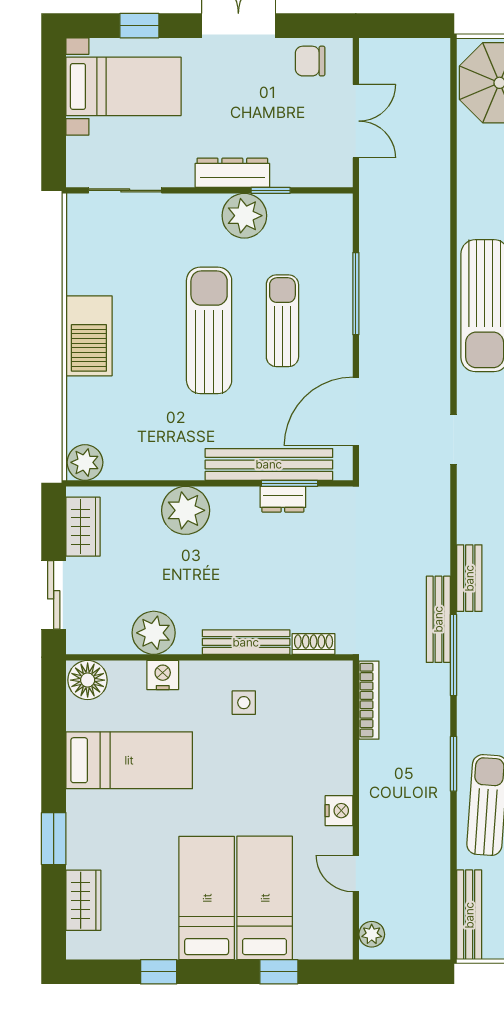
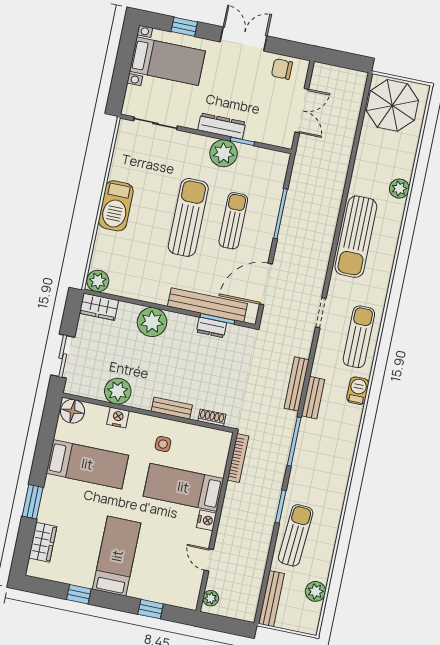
wardrobe: (83, 527) -> (99, 307), moved, turned 90
bench: (438, 619) -> (297, 384), moved
bench: (246, 642) -> (172, 408), width x0.73
bed: (265, 898) -> (183, 487), moved, turned -90

